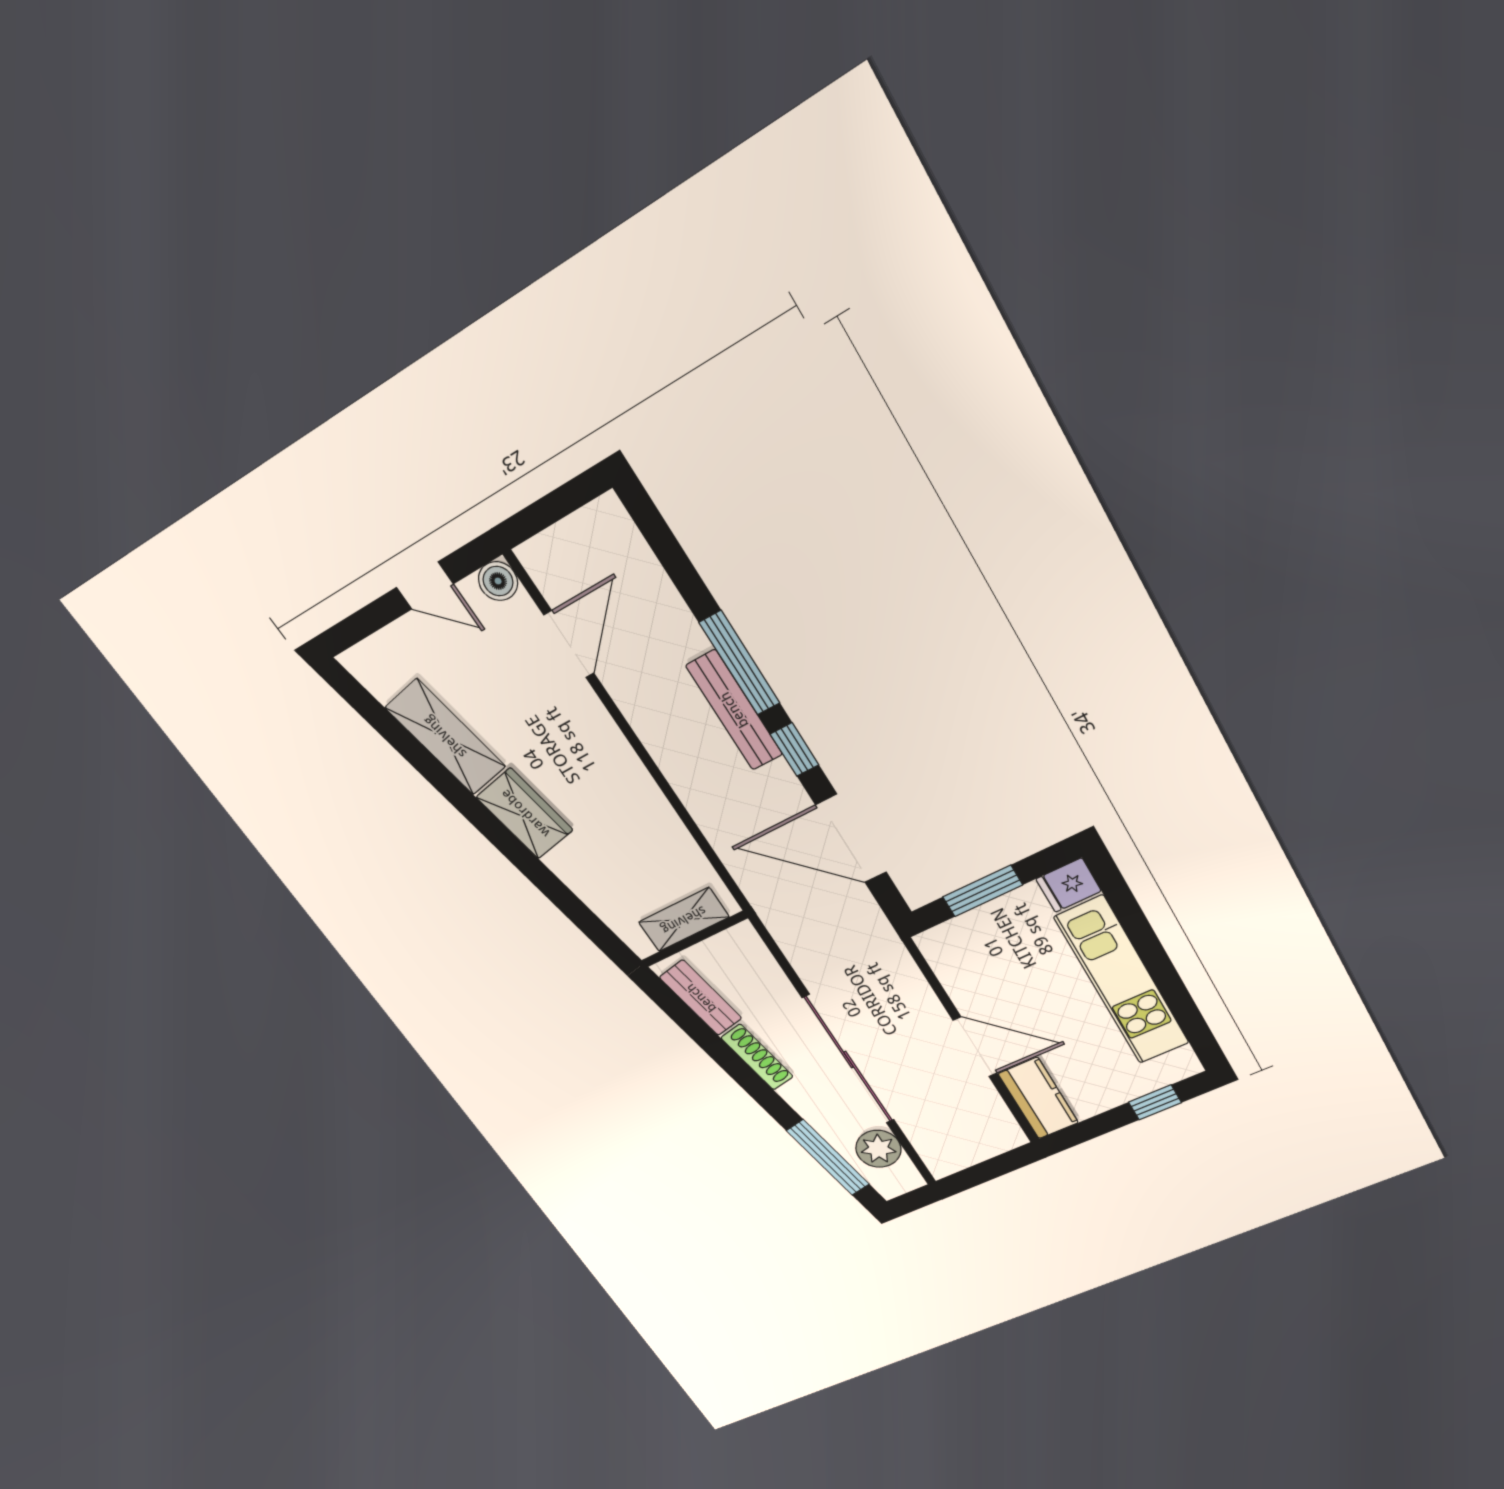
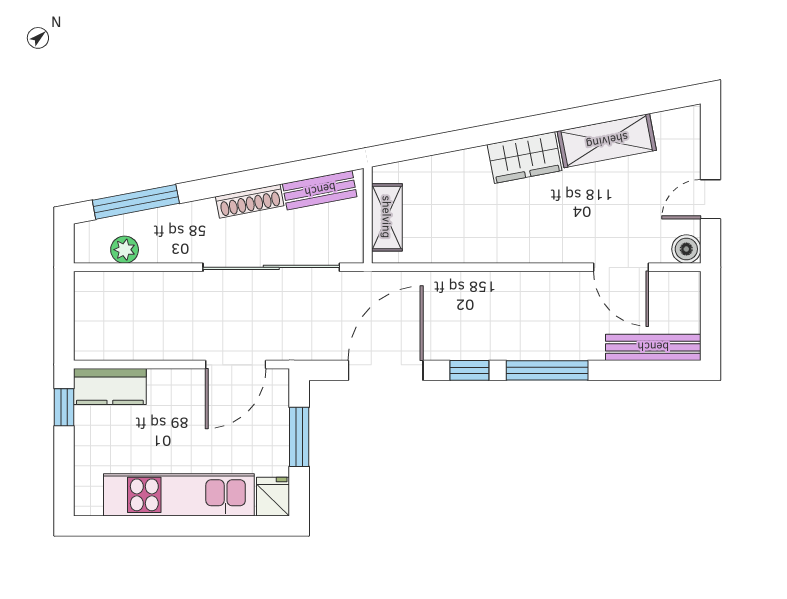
bench: (734, 710) -> (653, 347), moved
door: (975, 1047) -> (236, 365), moved
sliding door: (849, 1060) -> (271, 267), moved
window: (1155, 1102) -> (64, 407), moved
plant: (878, 1149) -> (125, 250), width x0.73, depth x0.73

